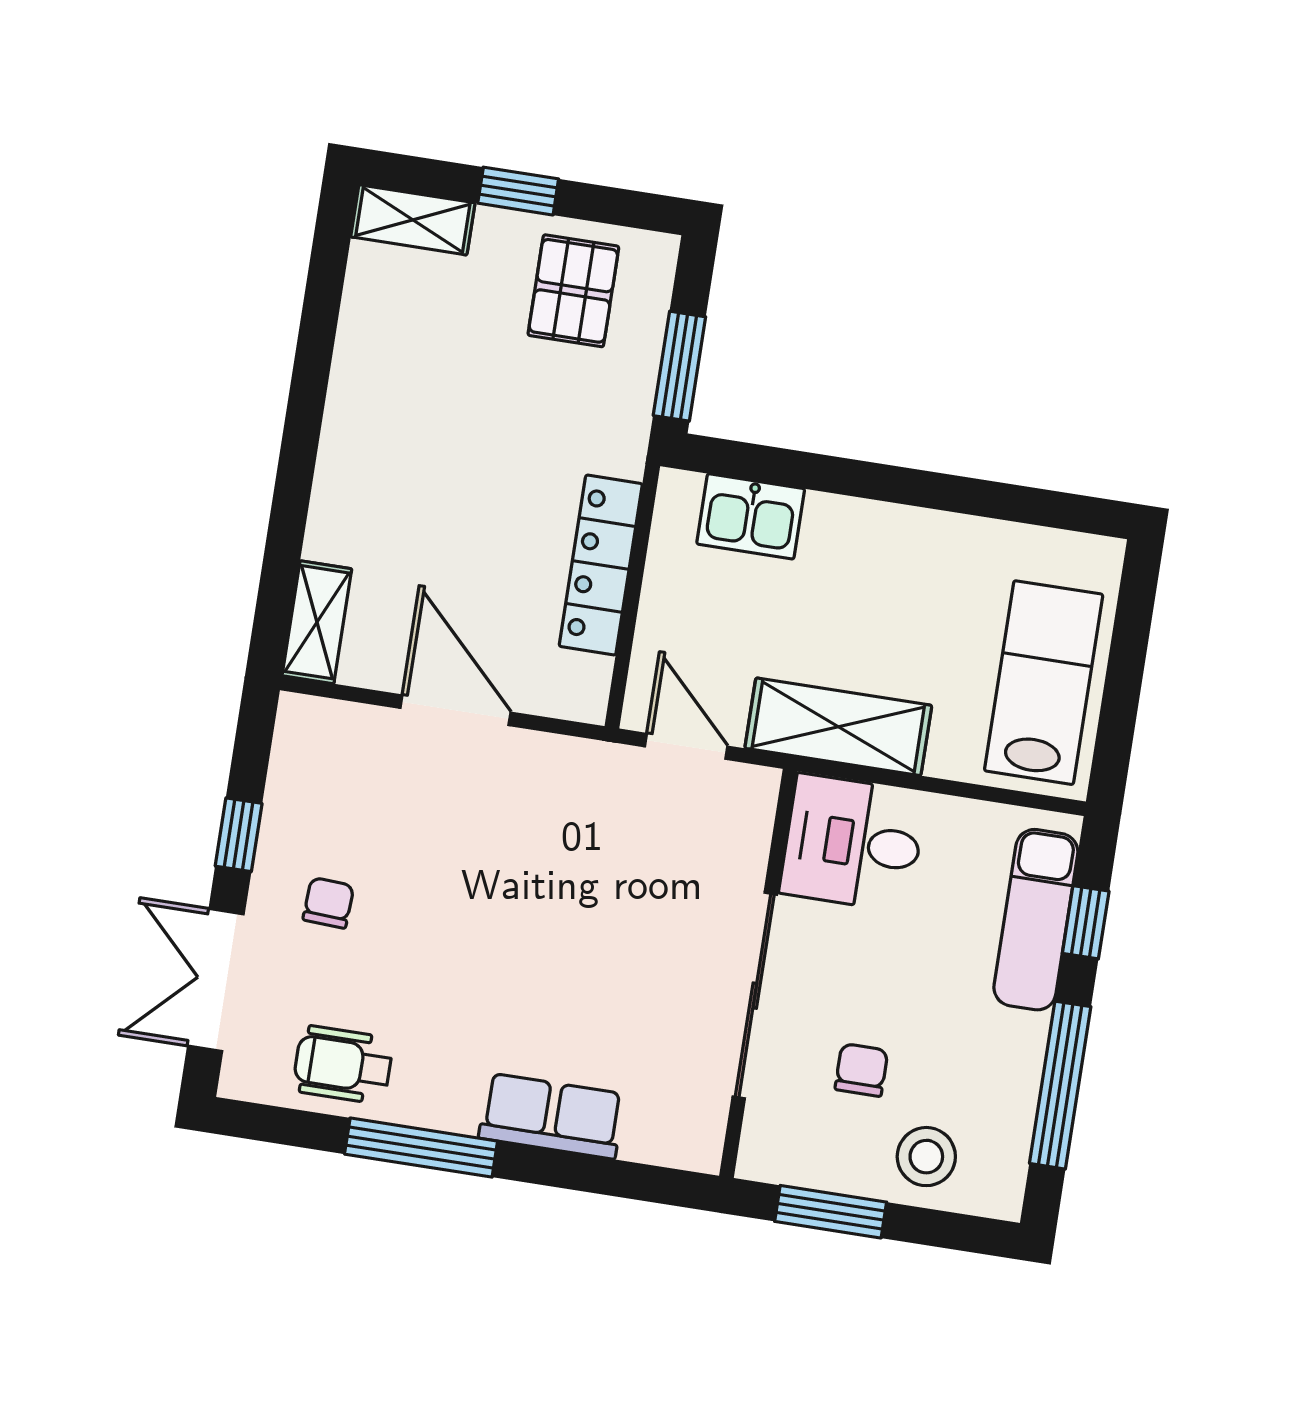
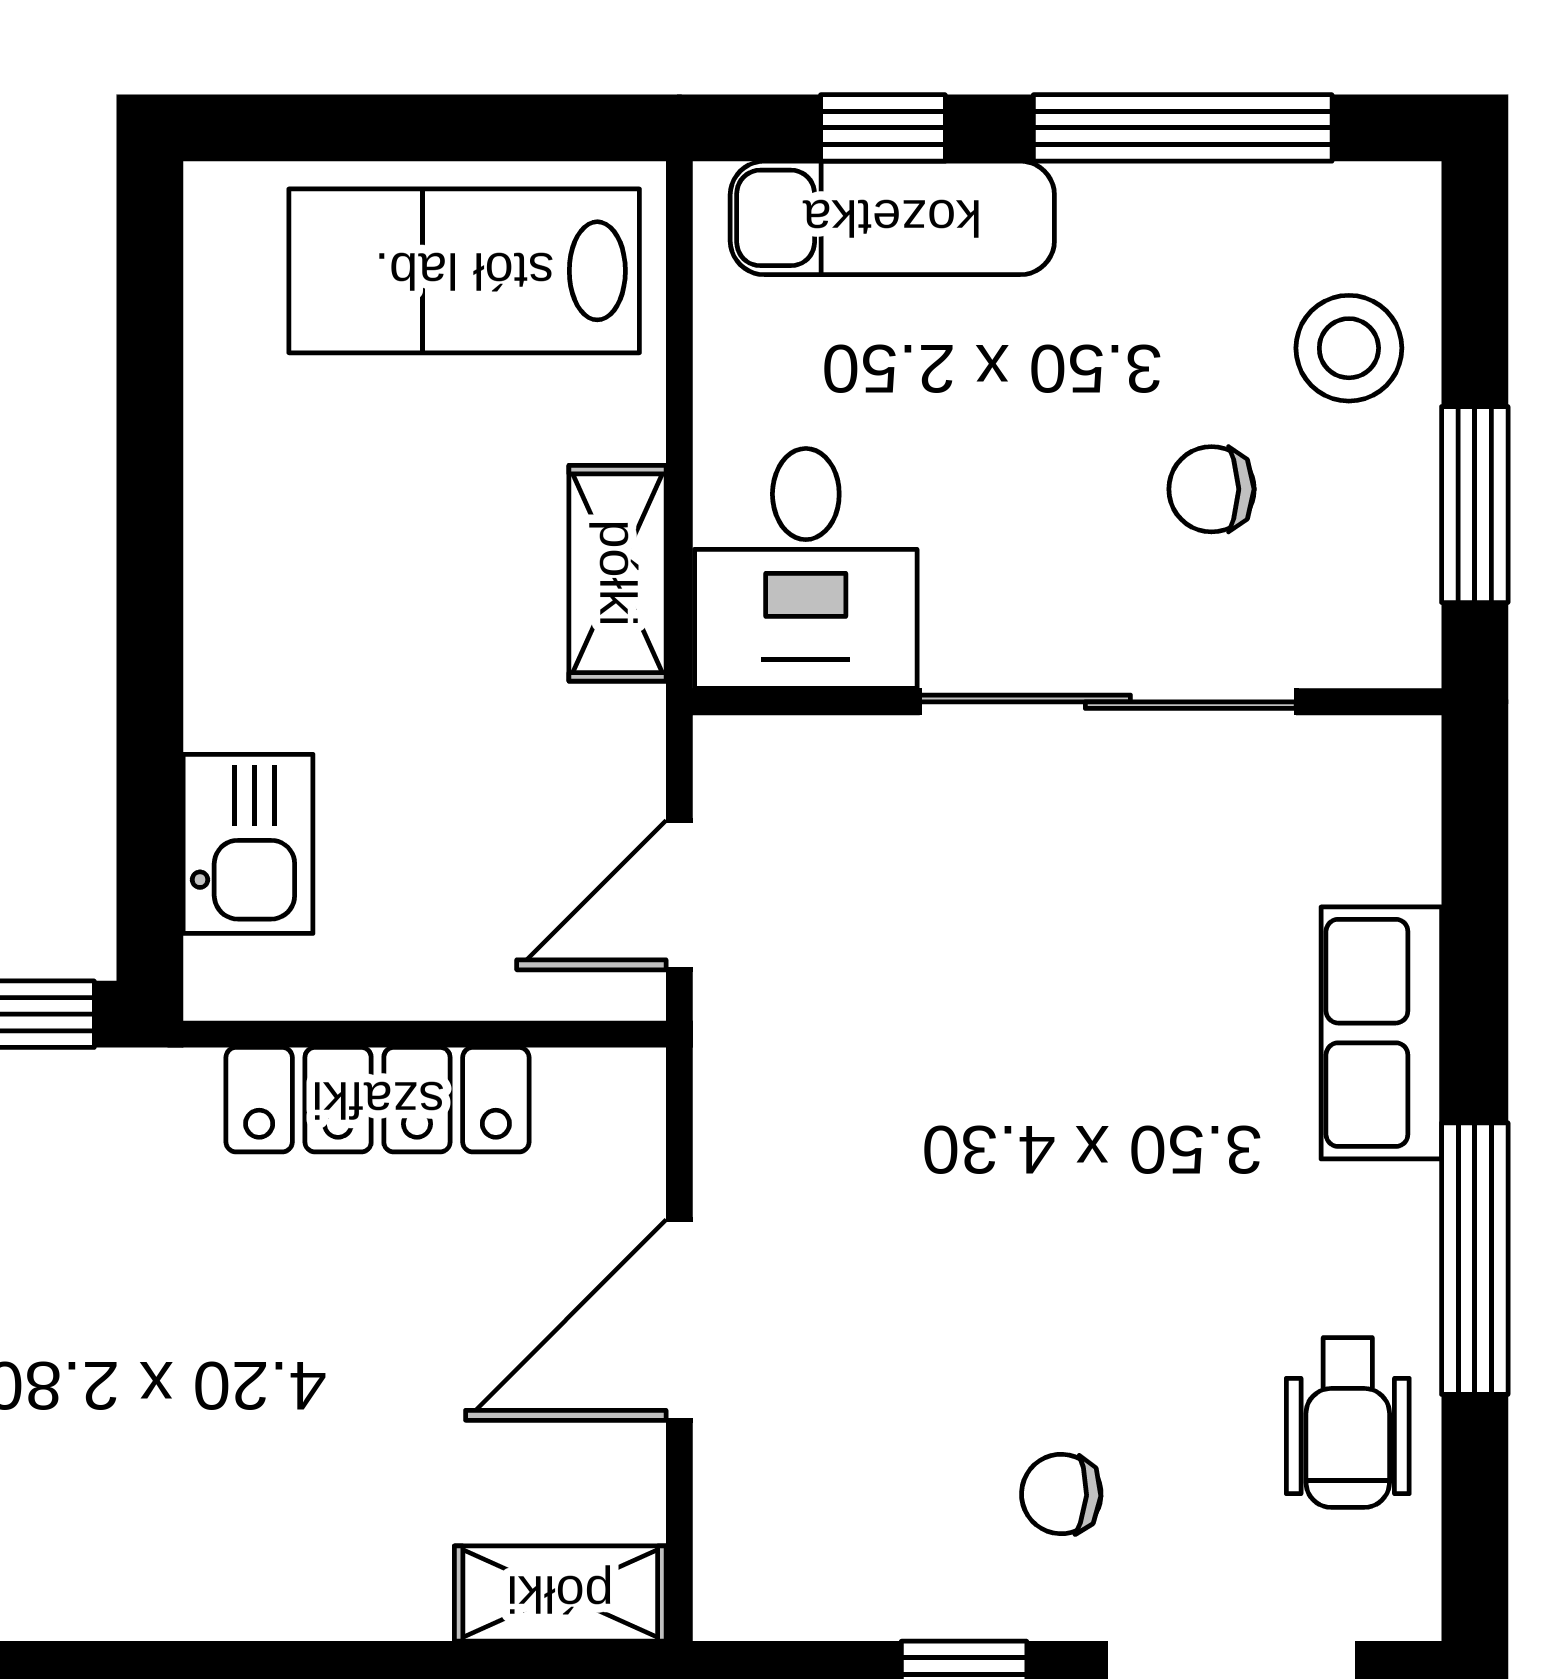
shelving: (838, 727) -> (618, 573), width x0.67, depth x0.75

